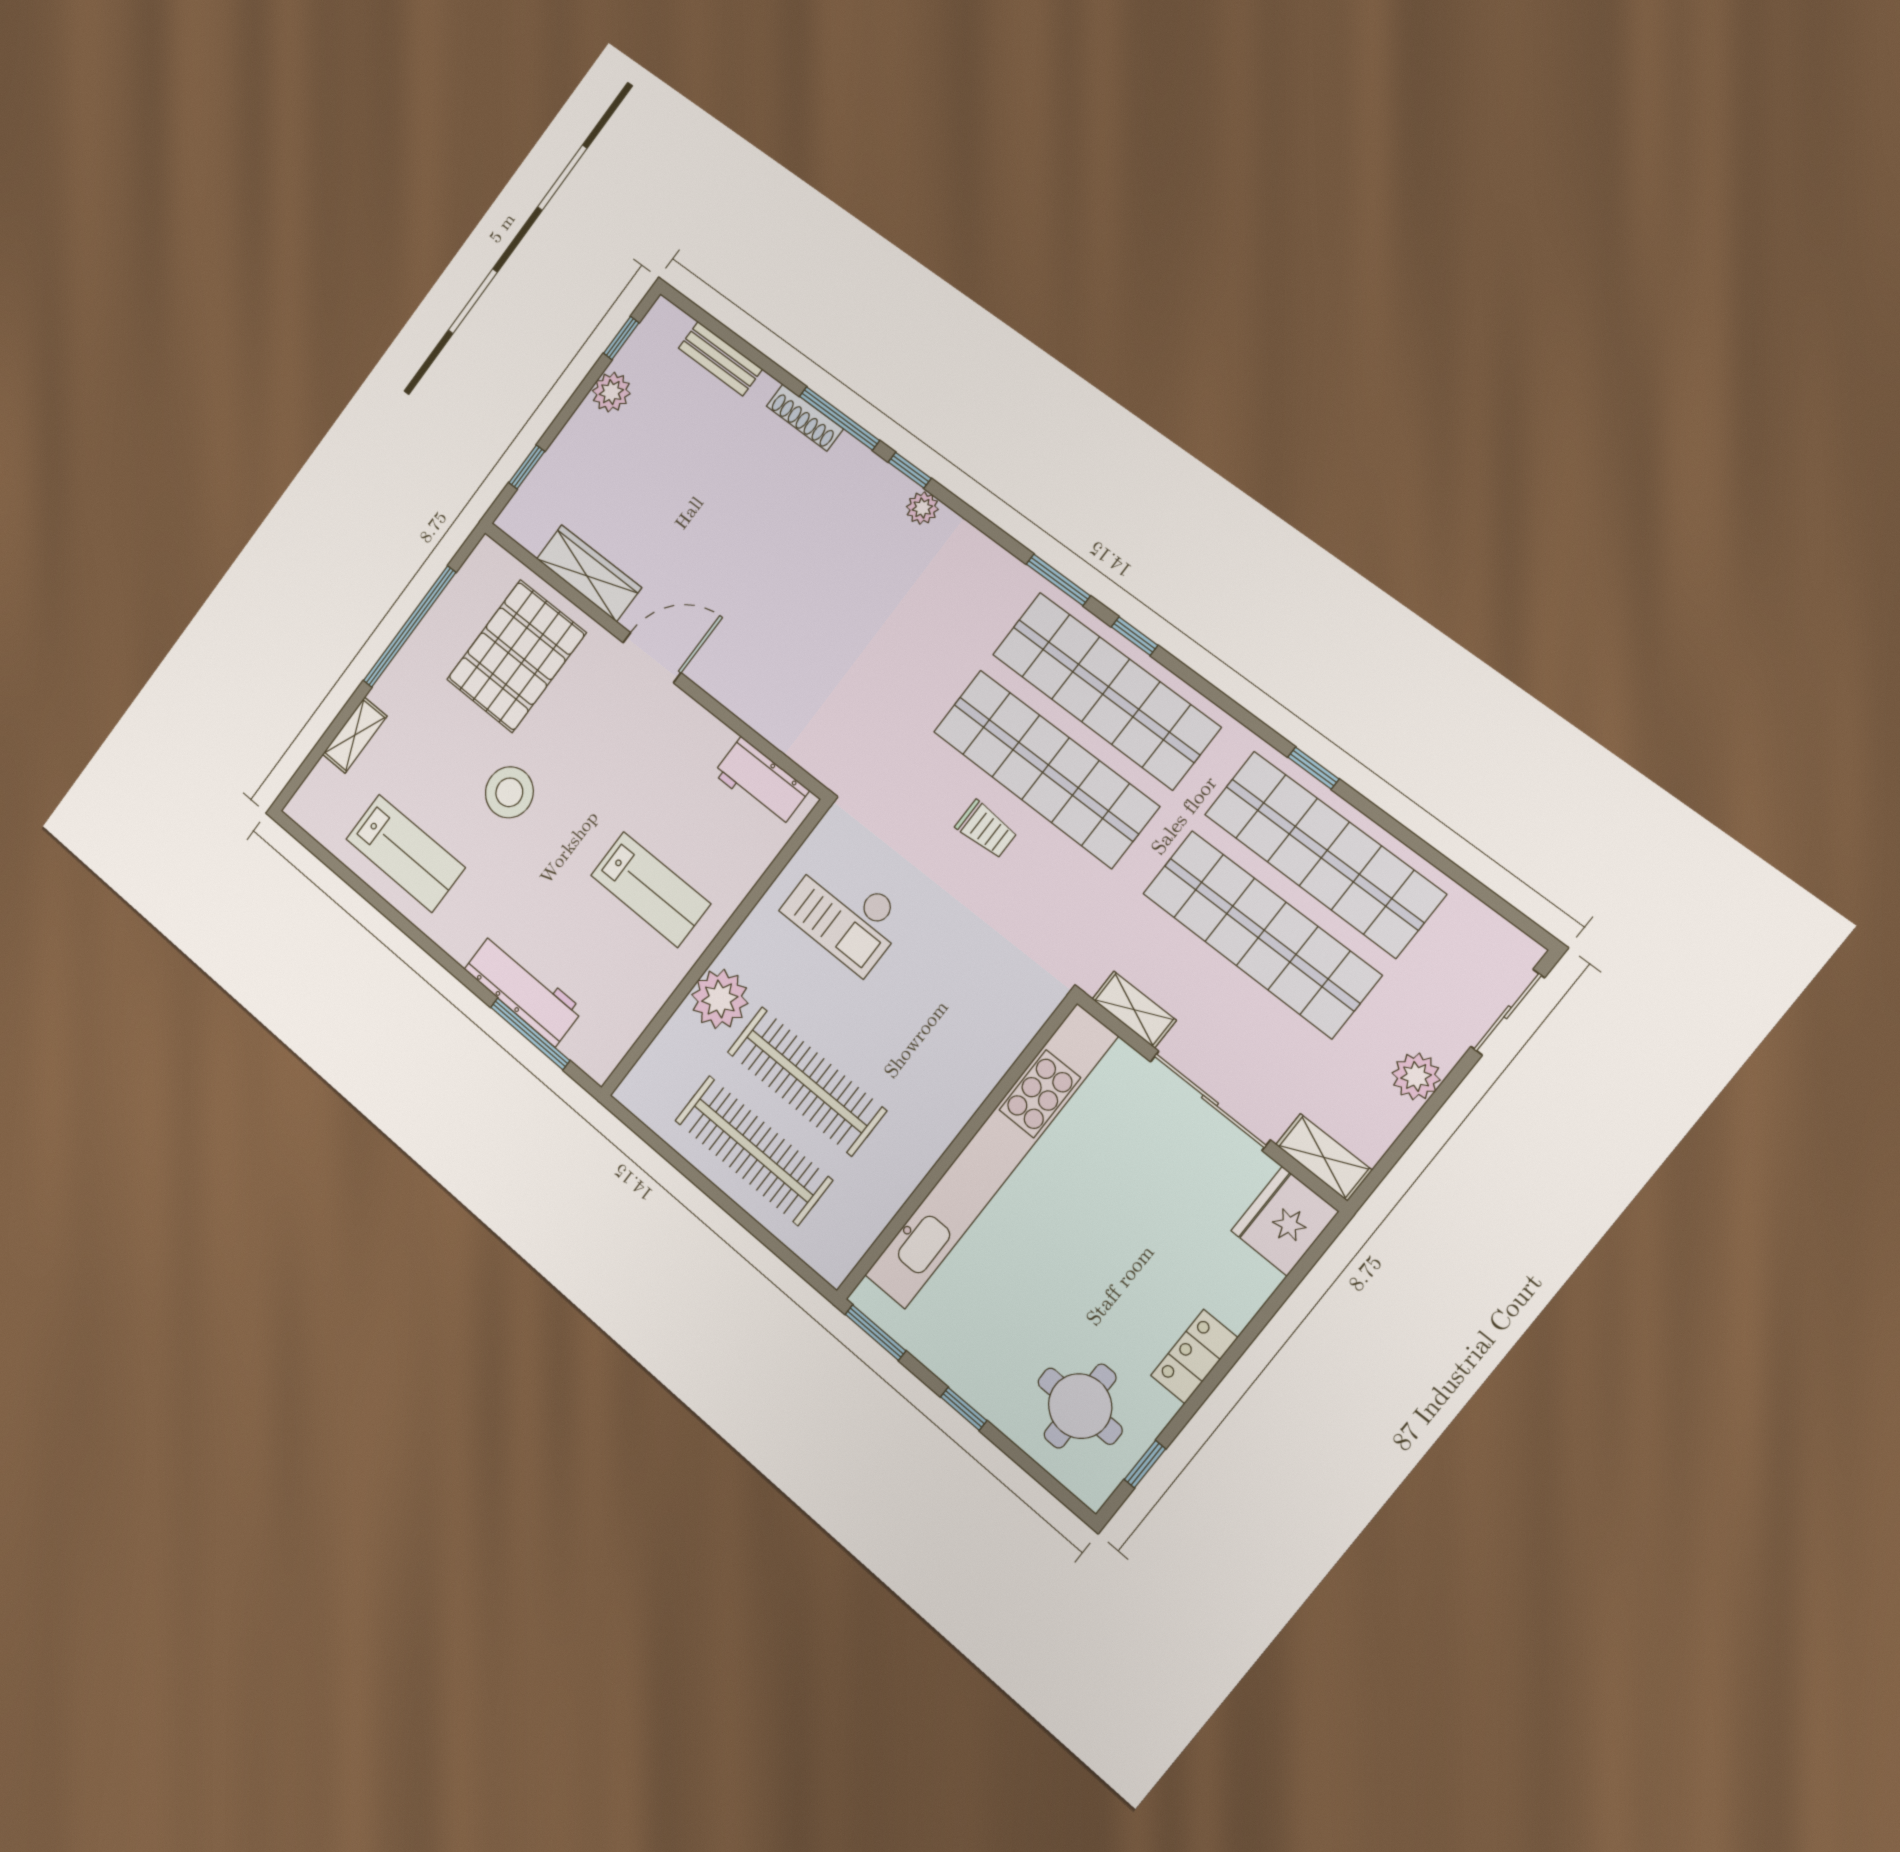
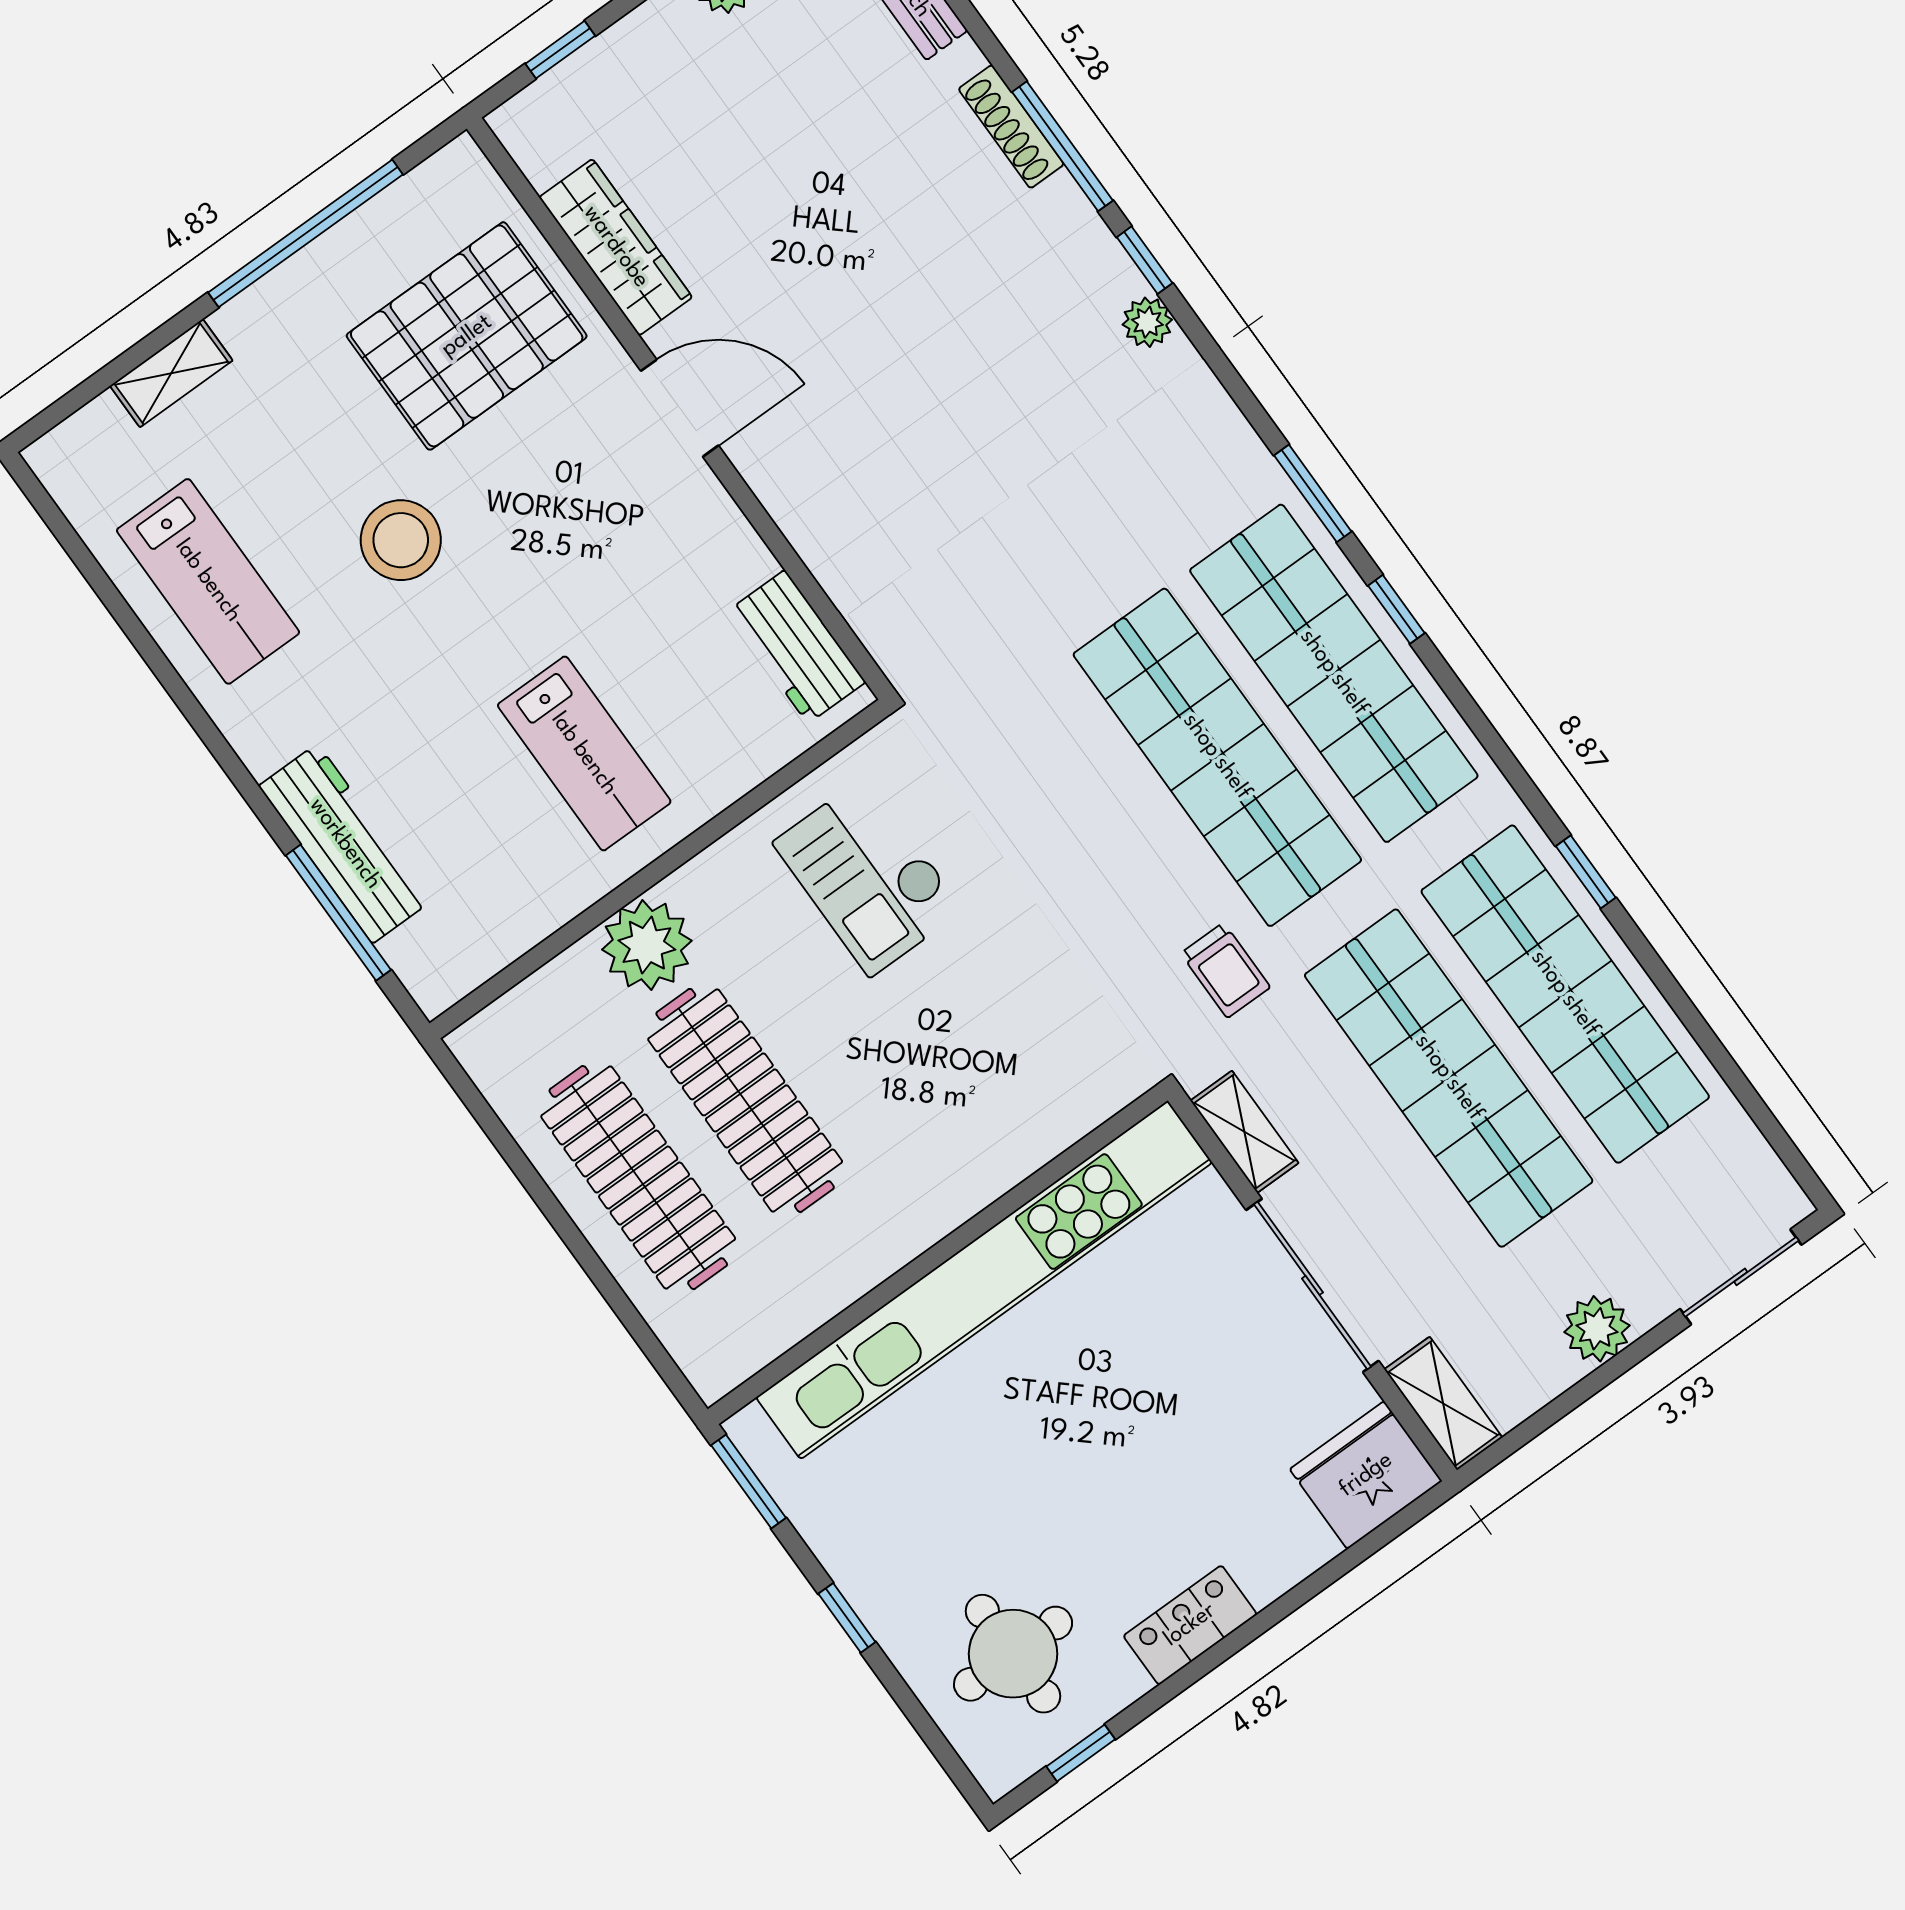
trolley: (986, 829) -> (1225, 970), moved

